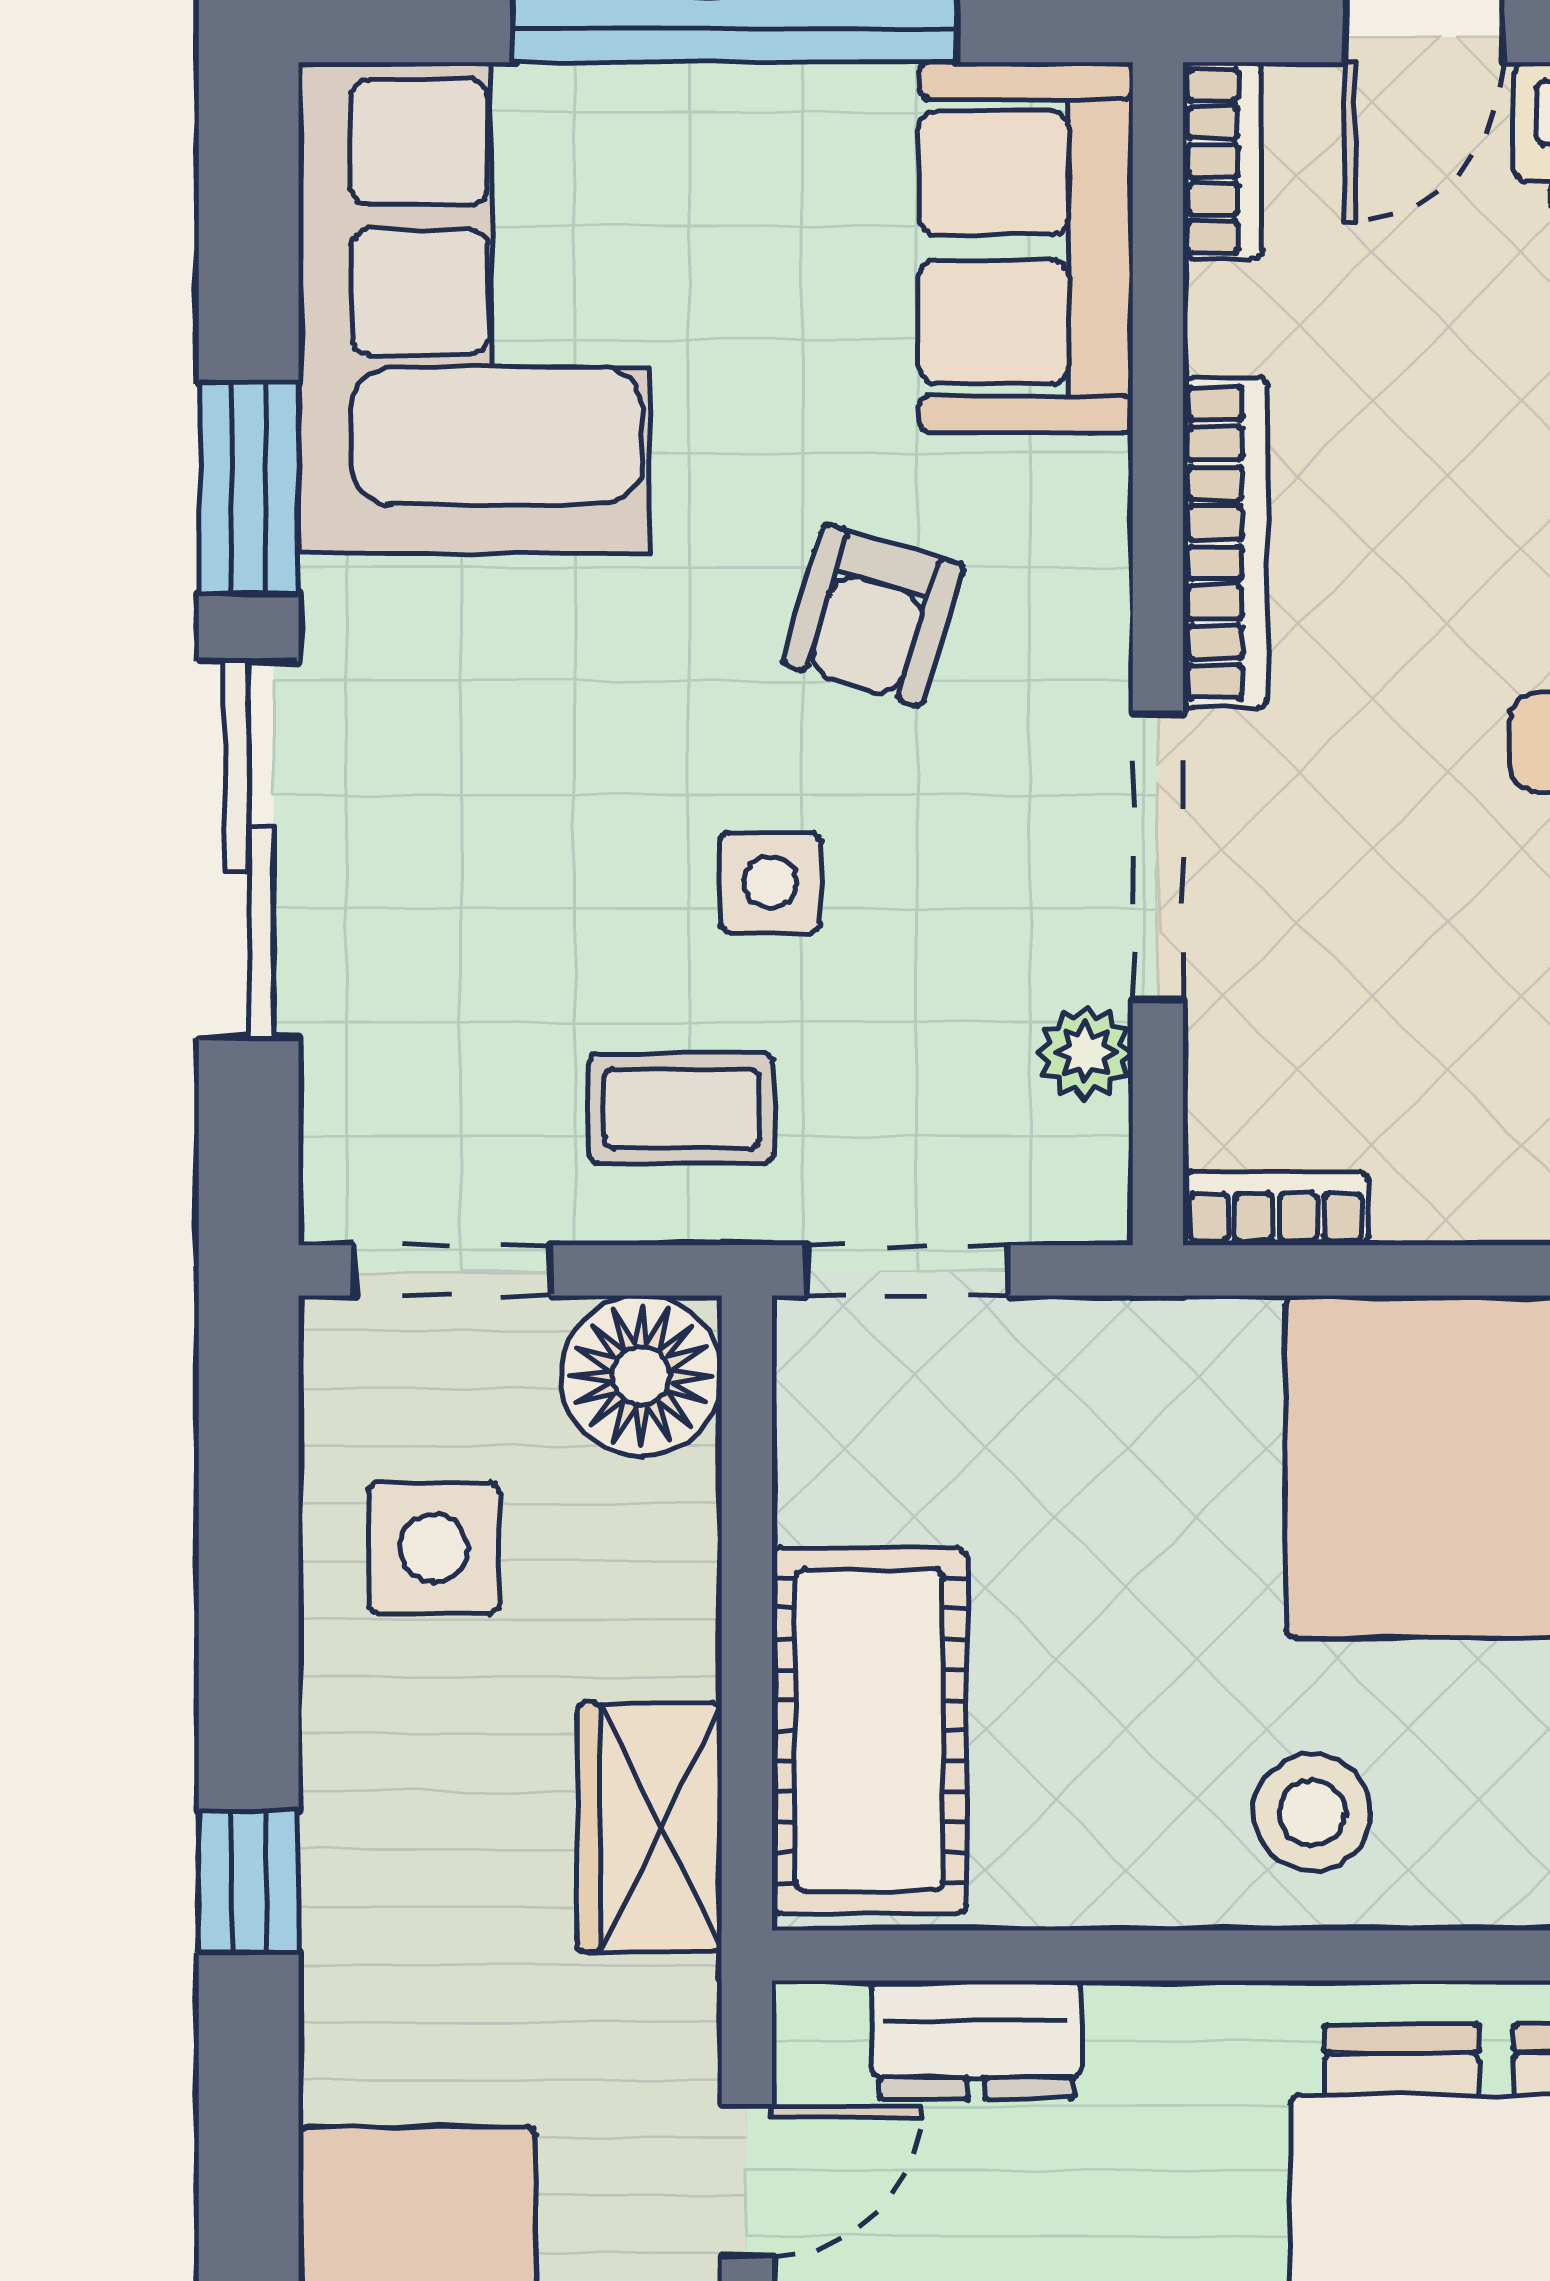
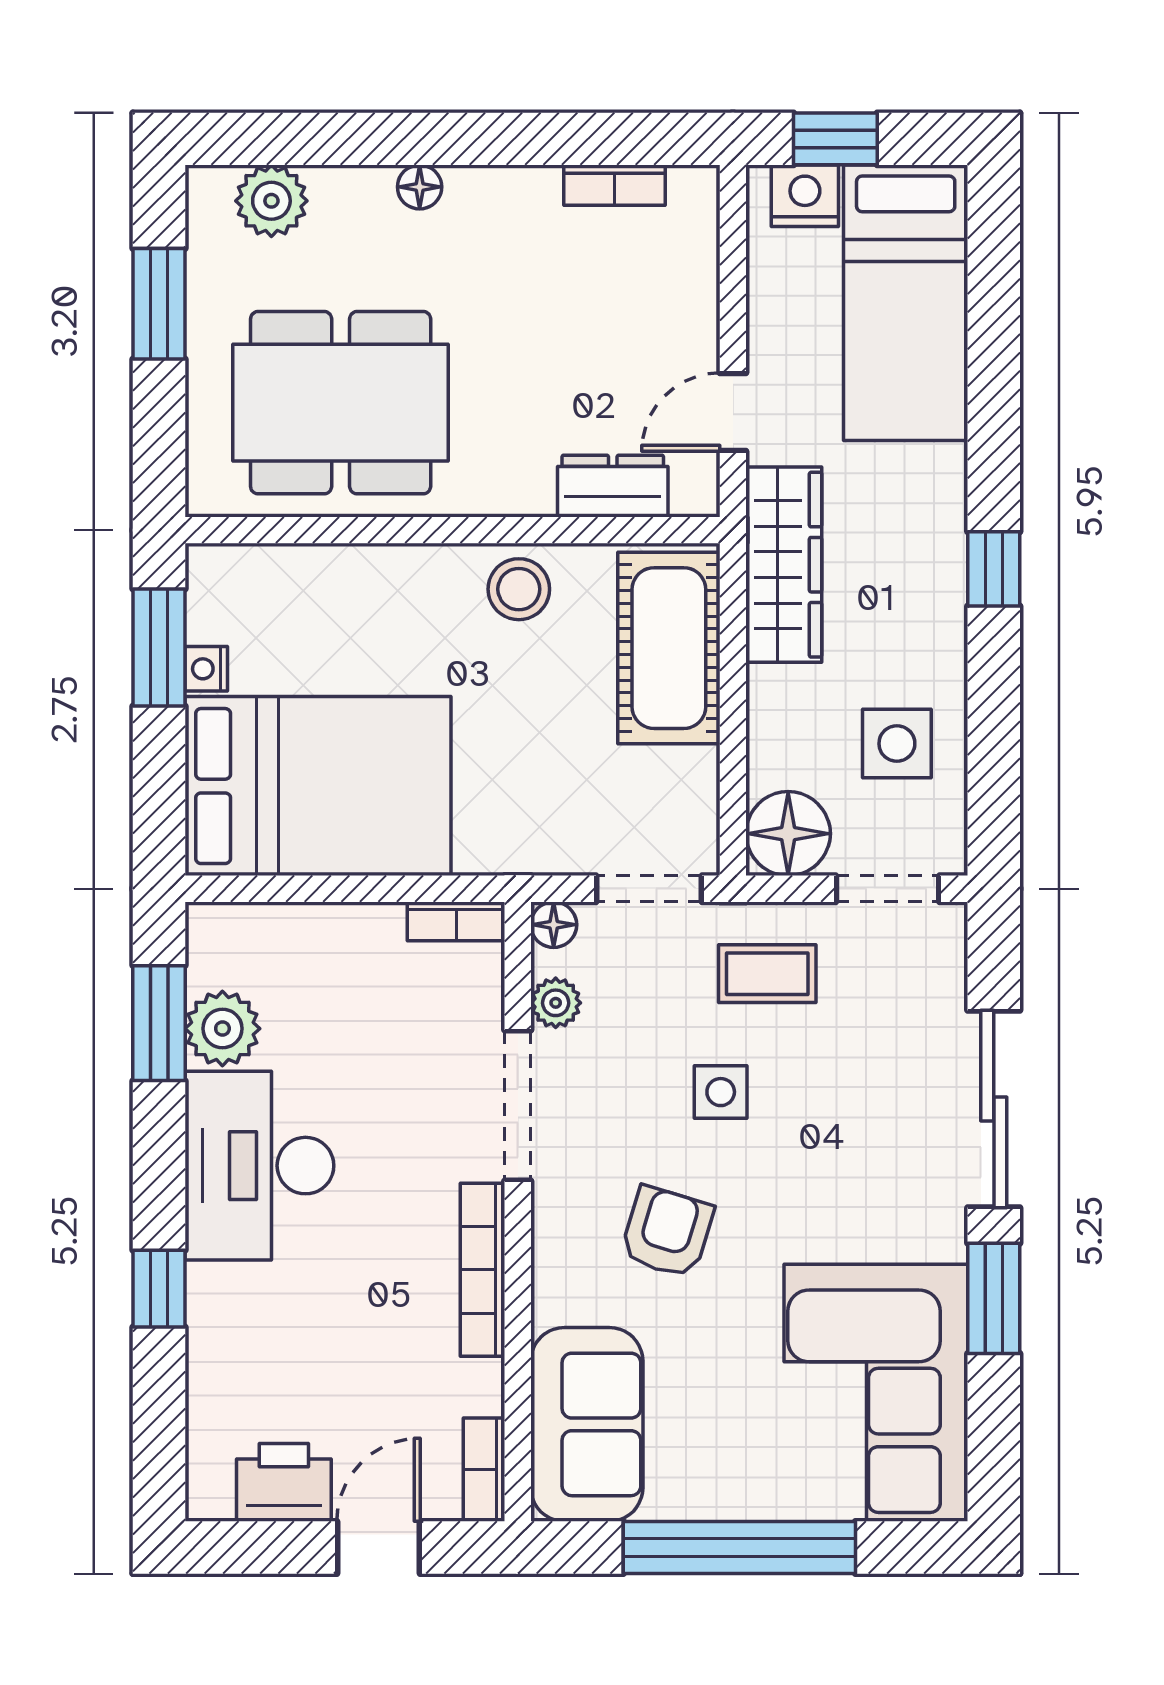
floor lamp: (1089, 1202) -> (554, 925), added
stool: (1312, 1812) -> (519, 589), moved
wardrobe: (650, 1827) -> (784, 565), width x1.50

